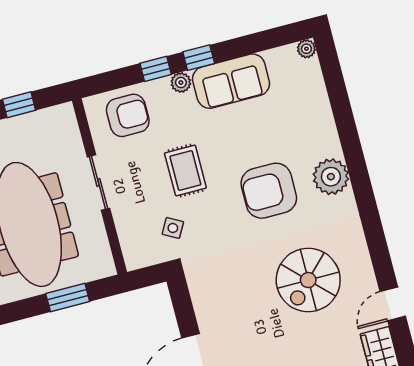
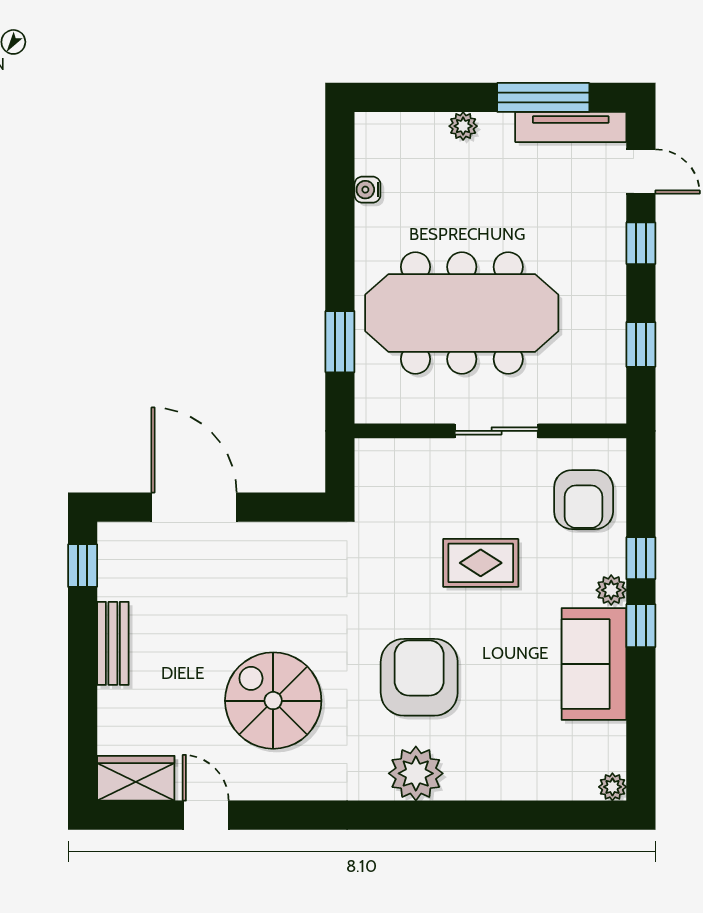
side table: (173, 228) -> (401, 522), removed

